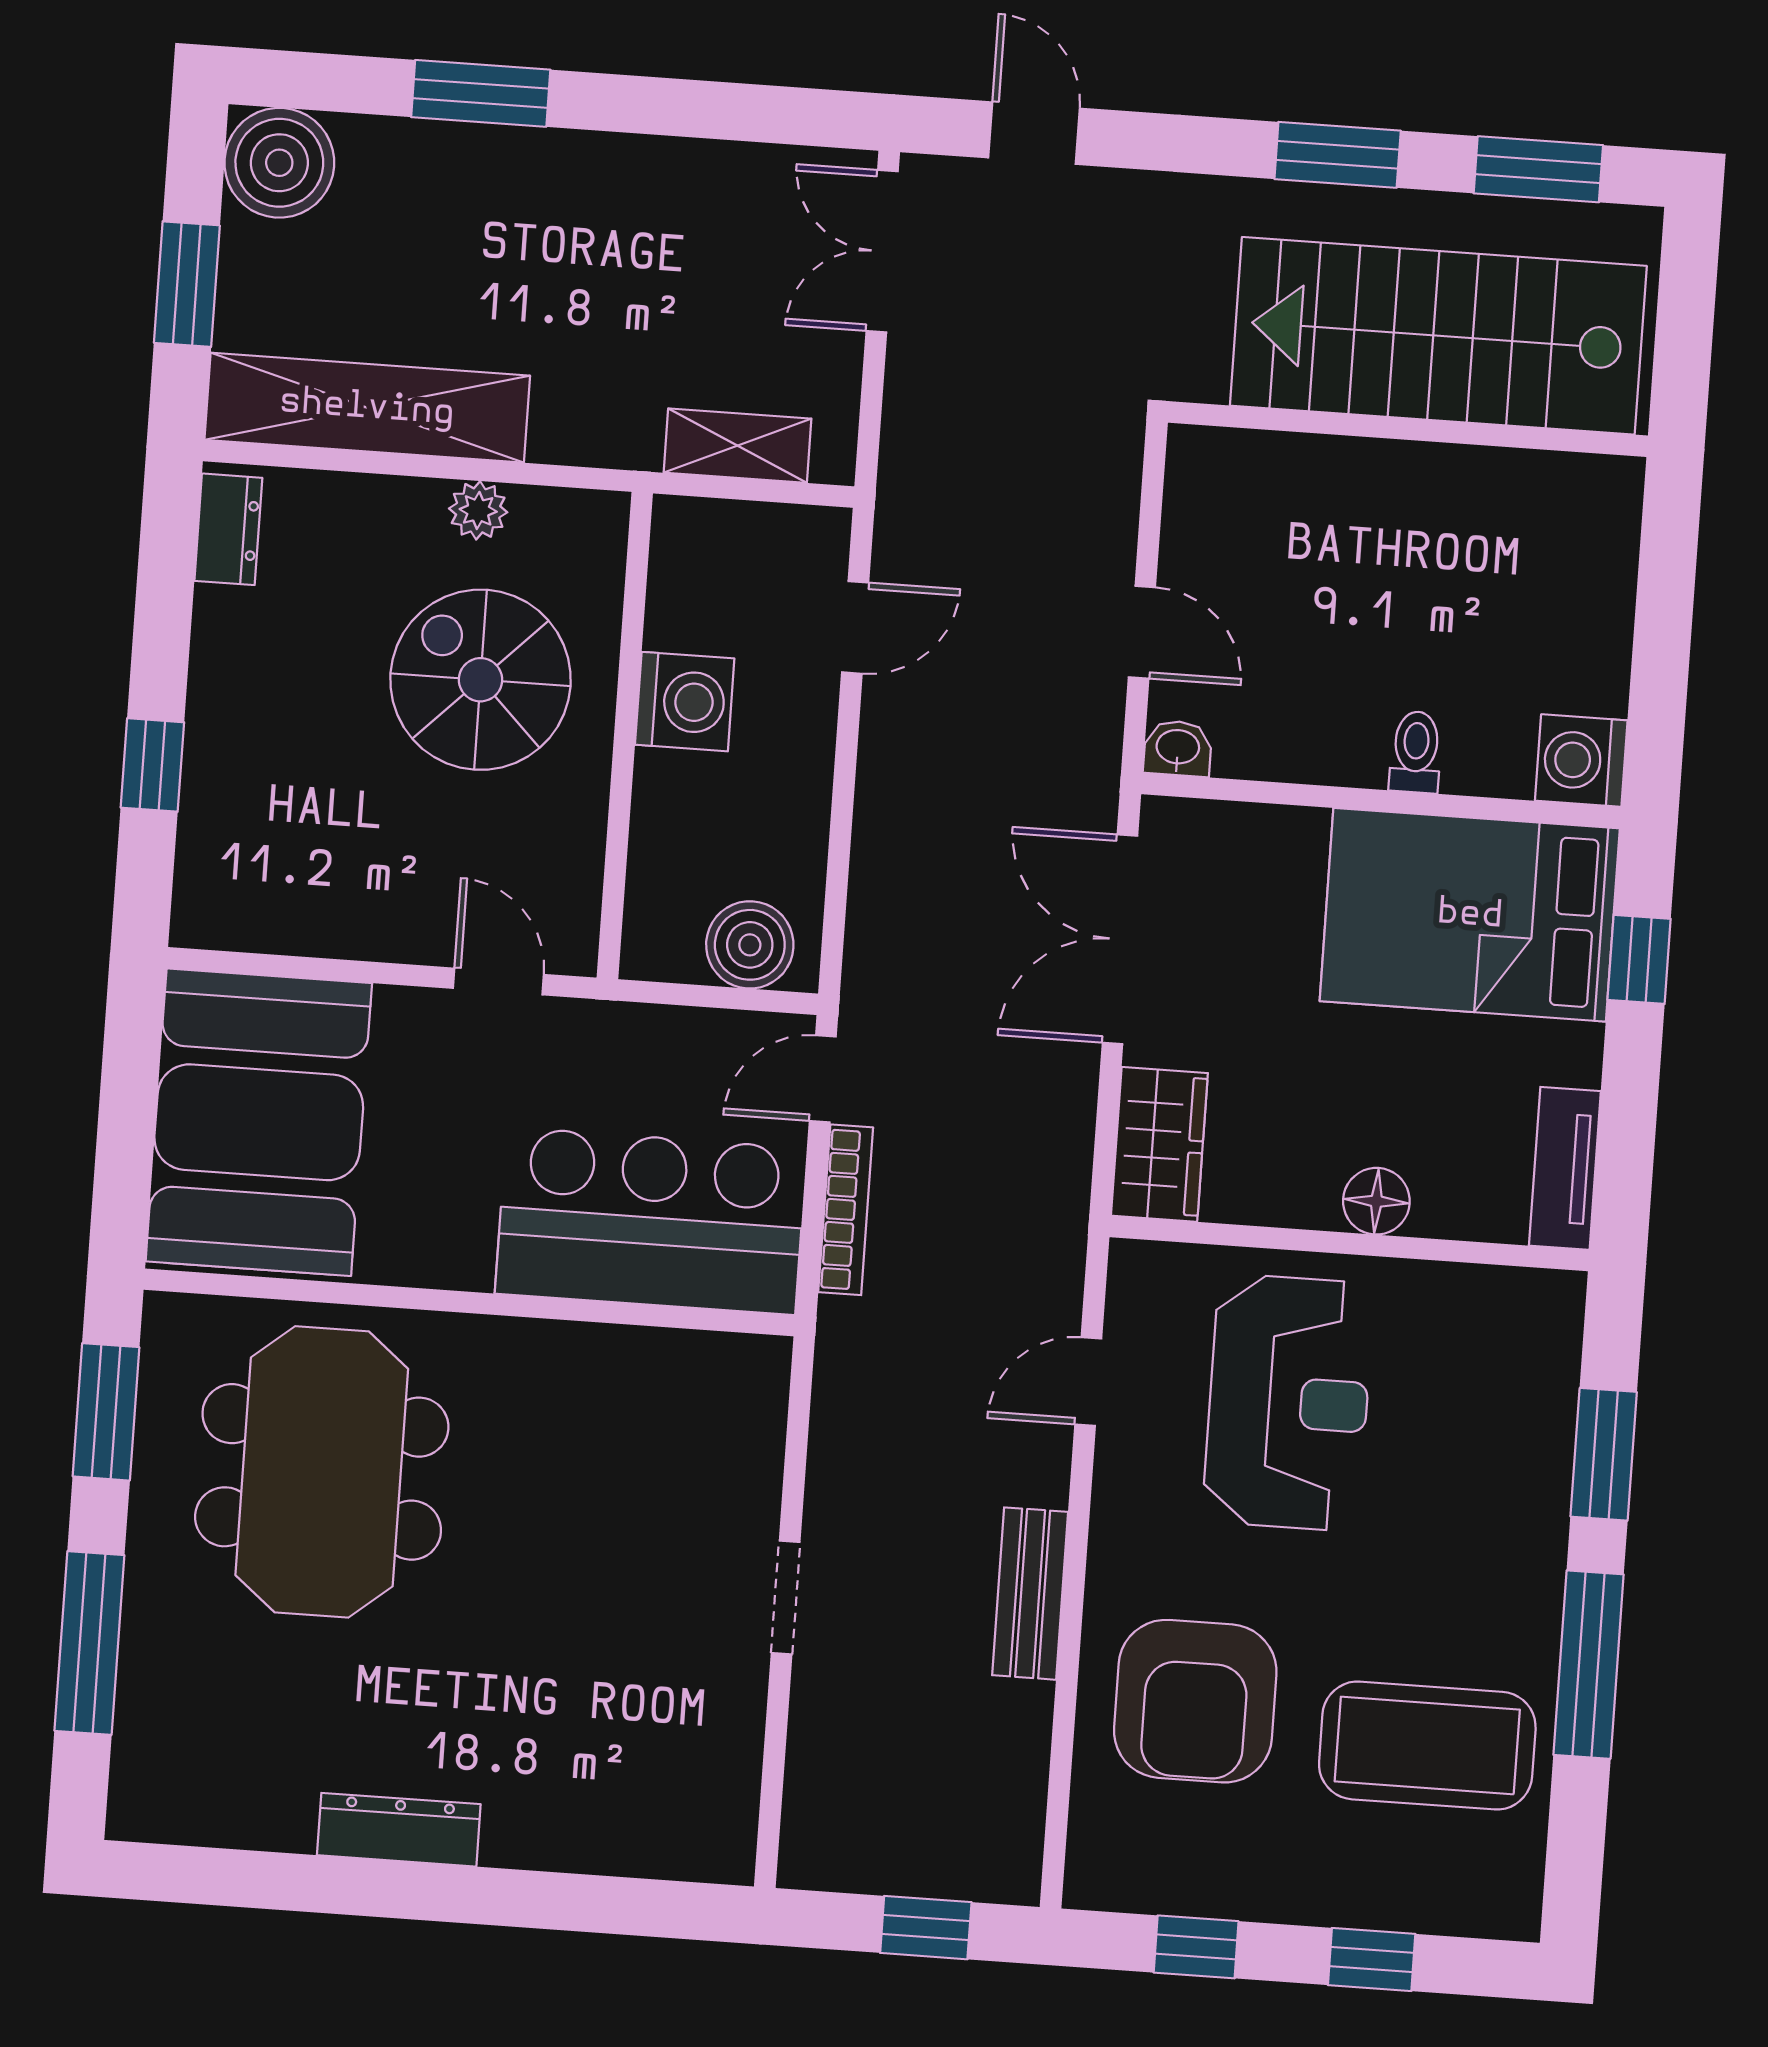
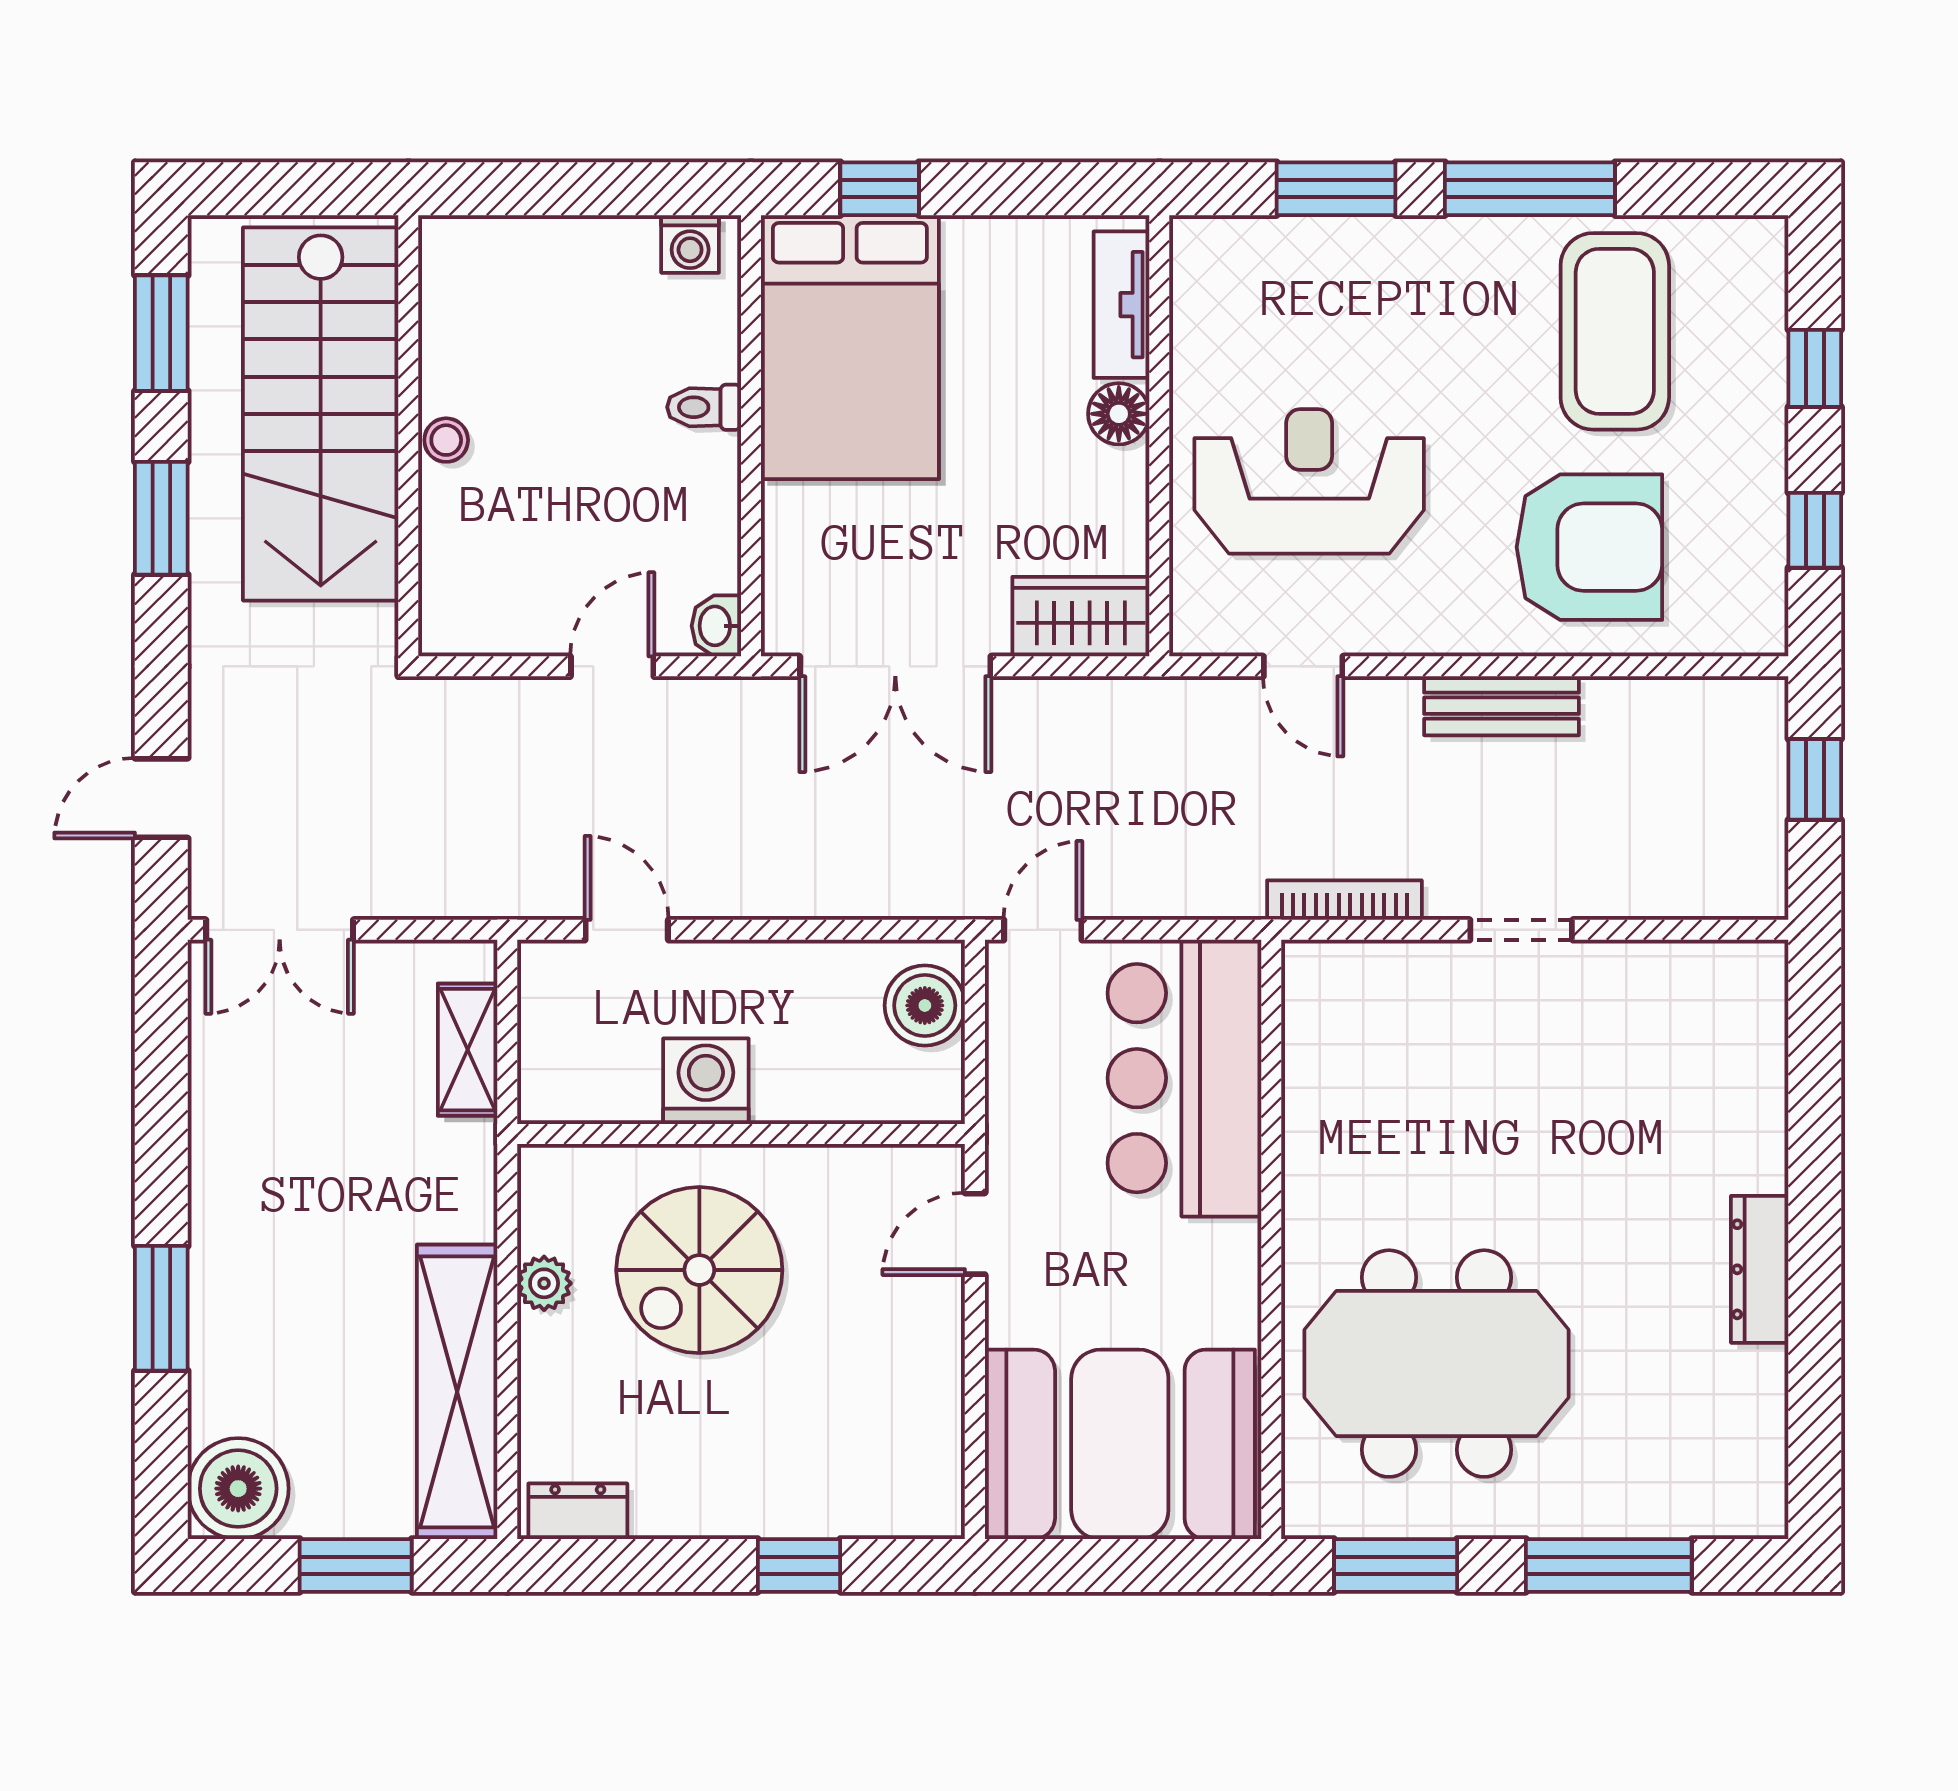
stool: (1400, 470) -> (446, 440), added
washing machine: (1581, 760) -> (690, 244), width x0.73, depth x0.73
door: (823, 1079) -> (1043, 930), swing flipped
tv unit: (1565, 1168) -> (1121, 305), moved, turned 90
bookcase: (846, 1210) -> (1344, 900), moved

